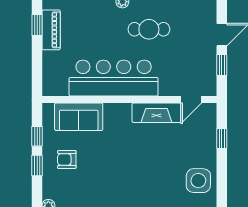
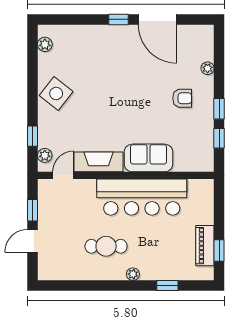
sofa: (79, 117) -> (148, 158), moved
plant: (210, 119) -> (45, 155), added
armchair: (67, 159) -> (182, 98), moved
side table: (198, 181) -> (56, 93), turned 37

